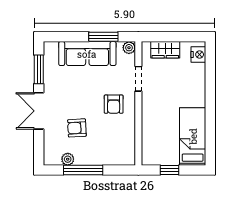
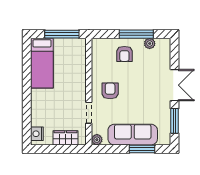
window: (103, 37) -> (142, 149), moved
armchair: (77, 128) -> (124, 54), moved, turned 93
window: (170, 170) -> (62, 34), width x2.17

